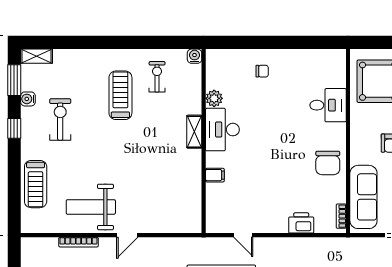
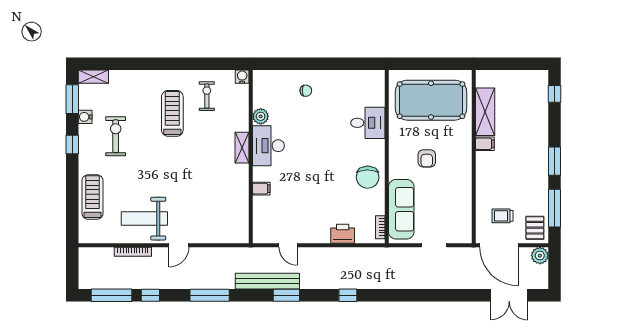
treadmill: (36, 184) -> (92, 197), turned 180

